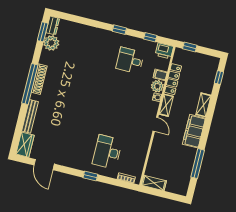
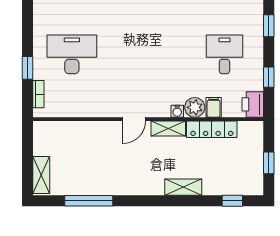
window: (190, 47) -> (269, 163), moved
filing cabinet: (194, 131) -> (138, 182), removed
window: (90, 176) -> (28, 68), moved
shelving: (154, 183) -> (41, 175), moved

